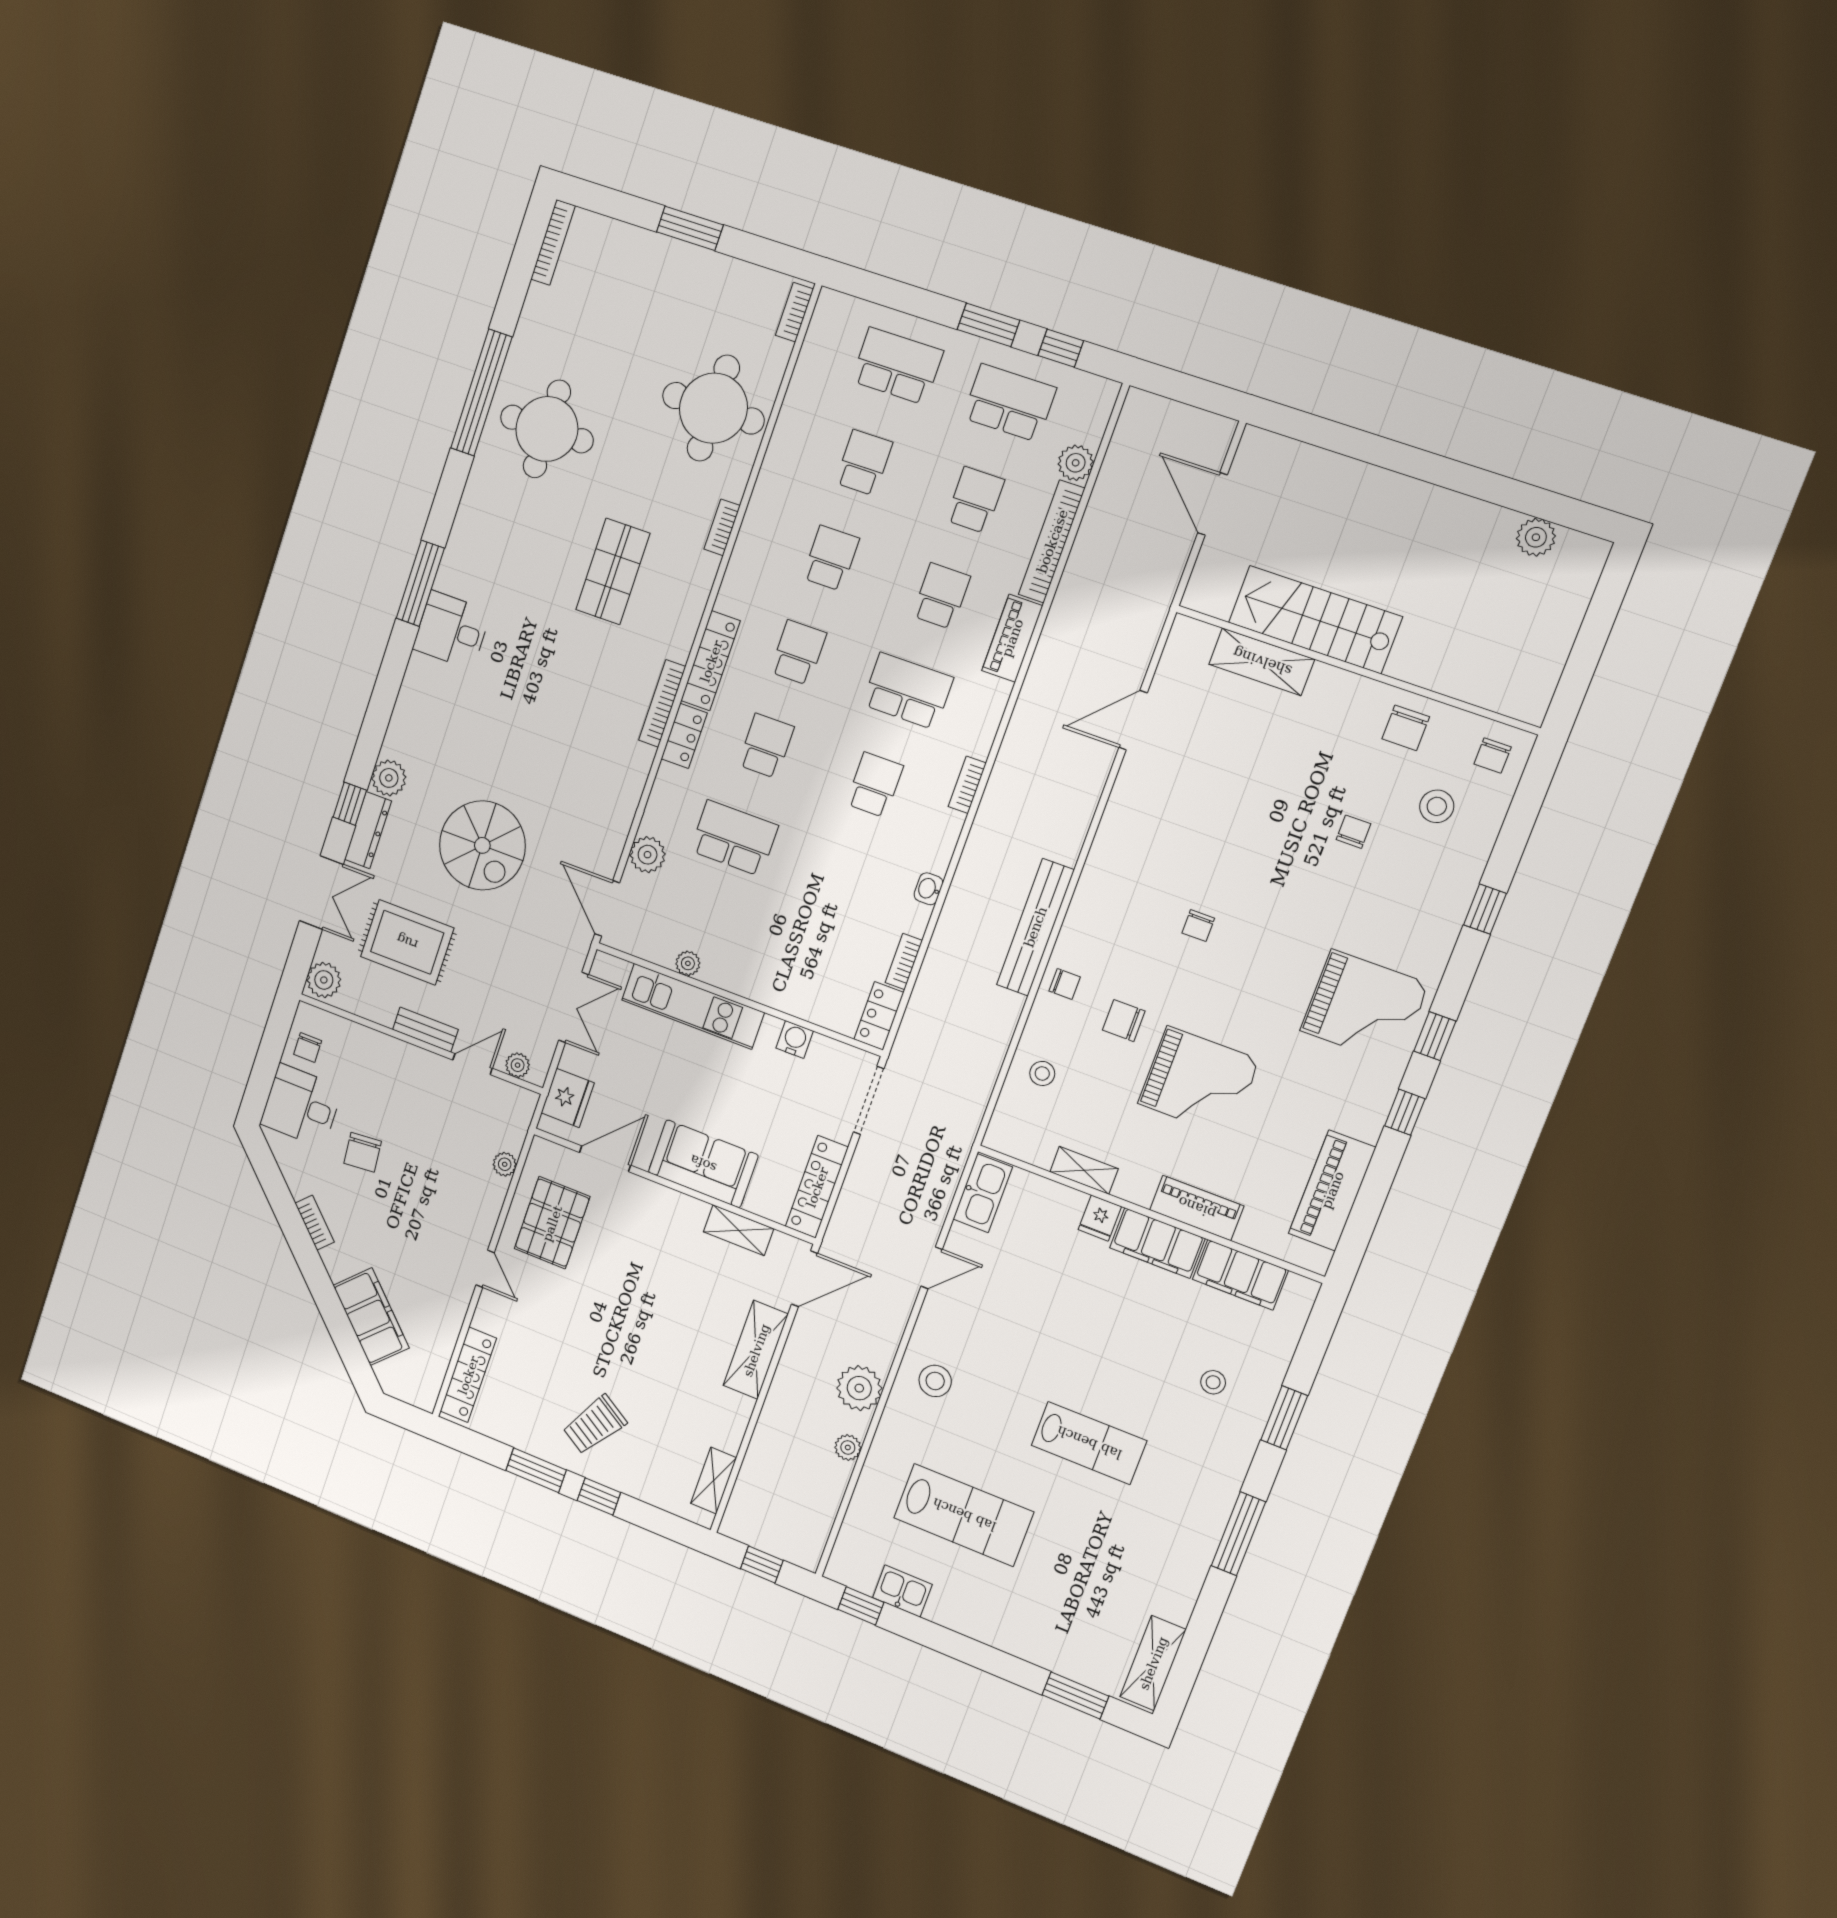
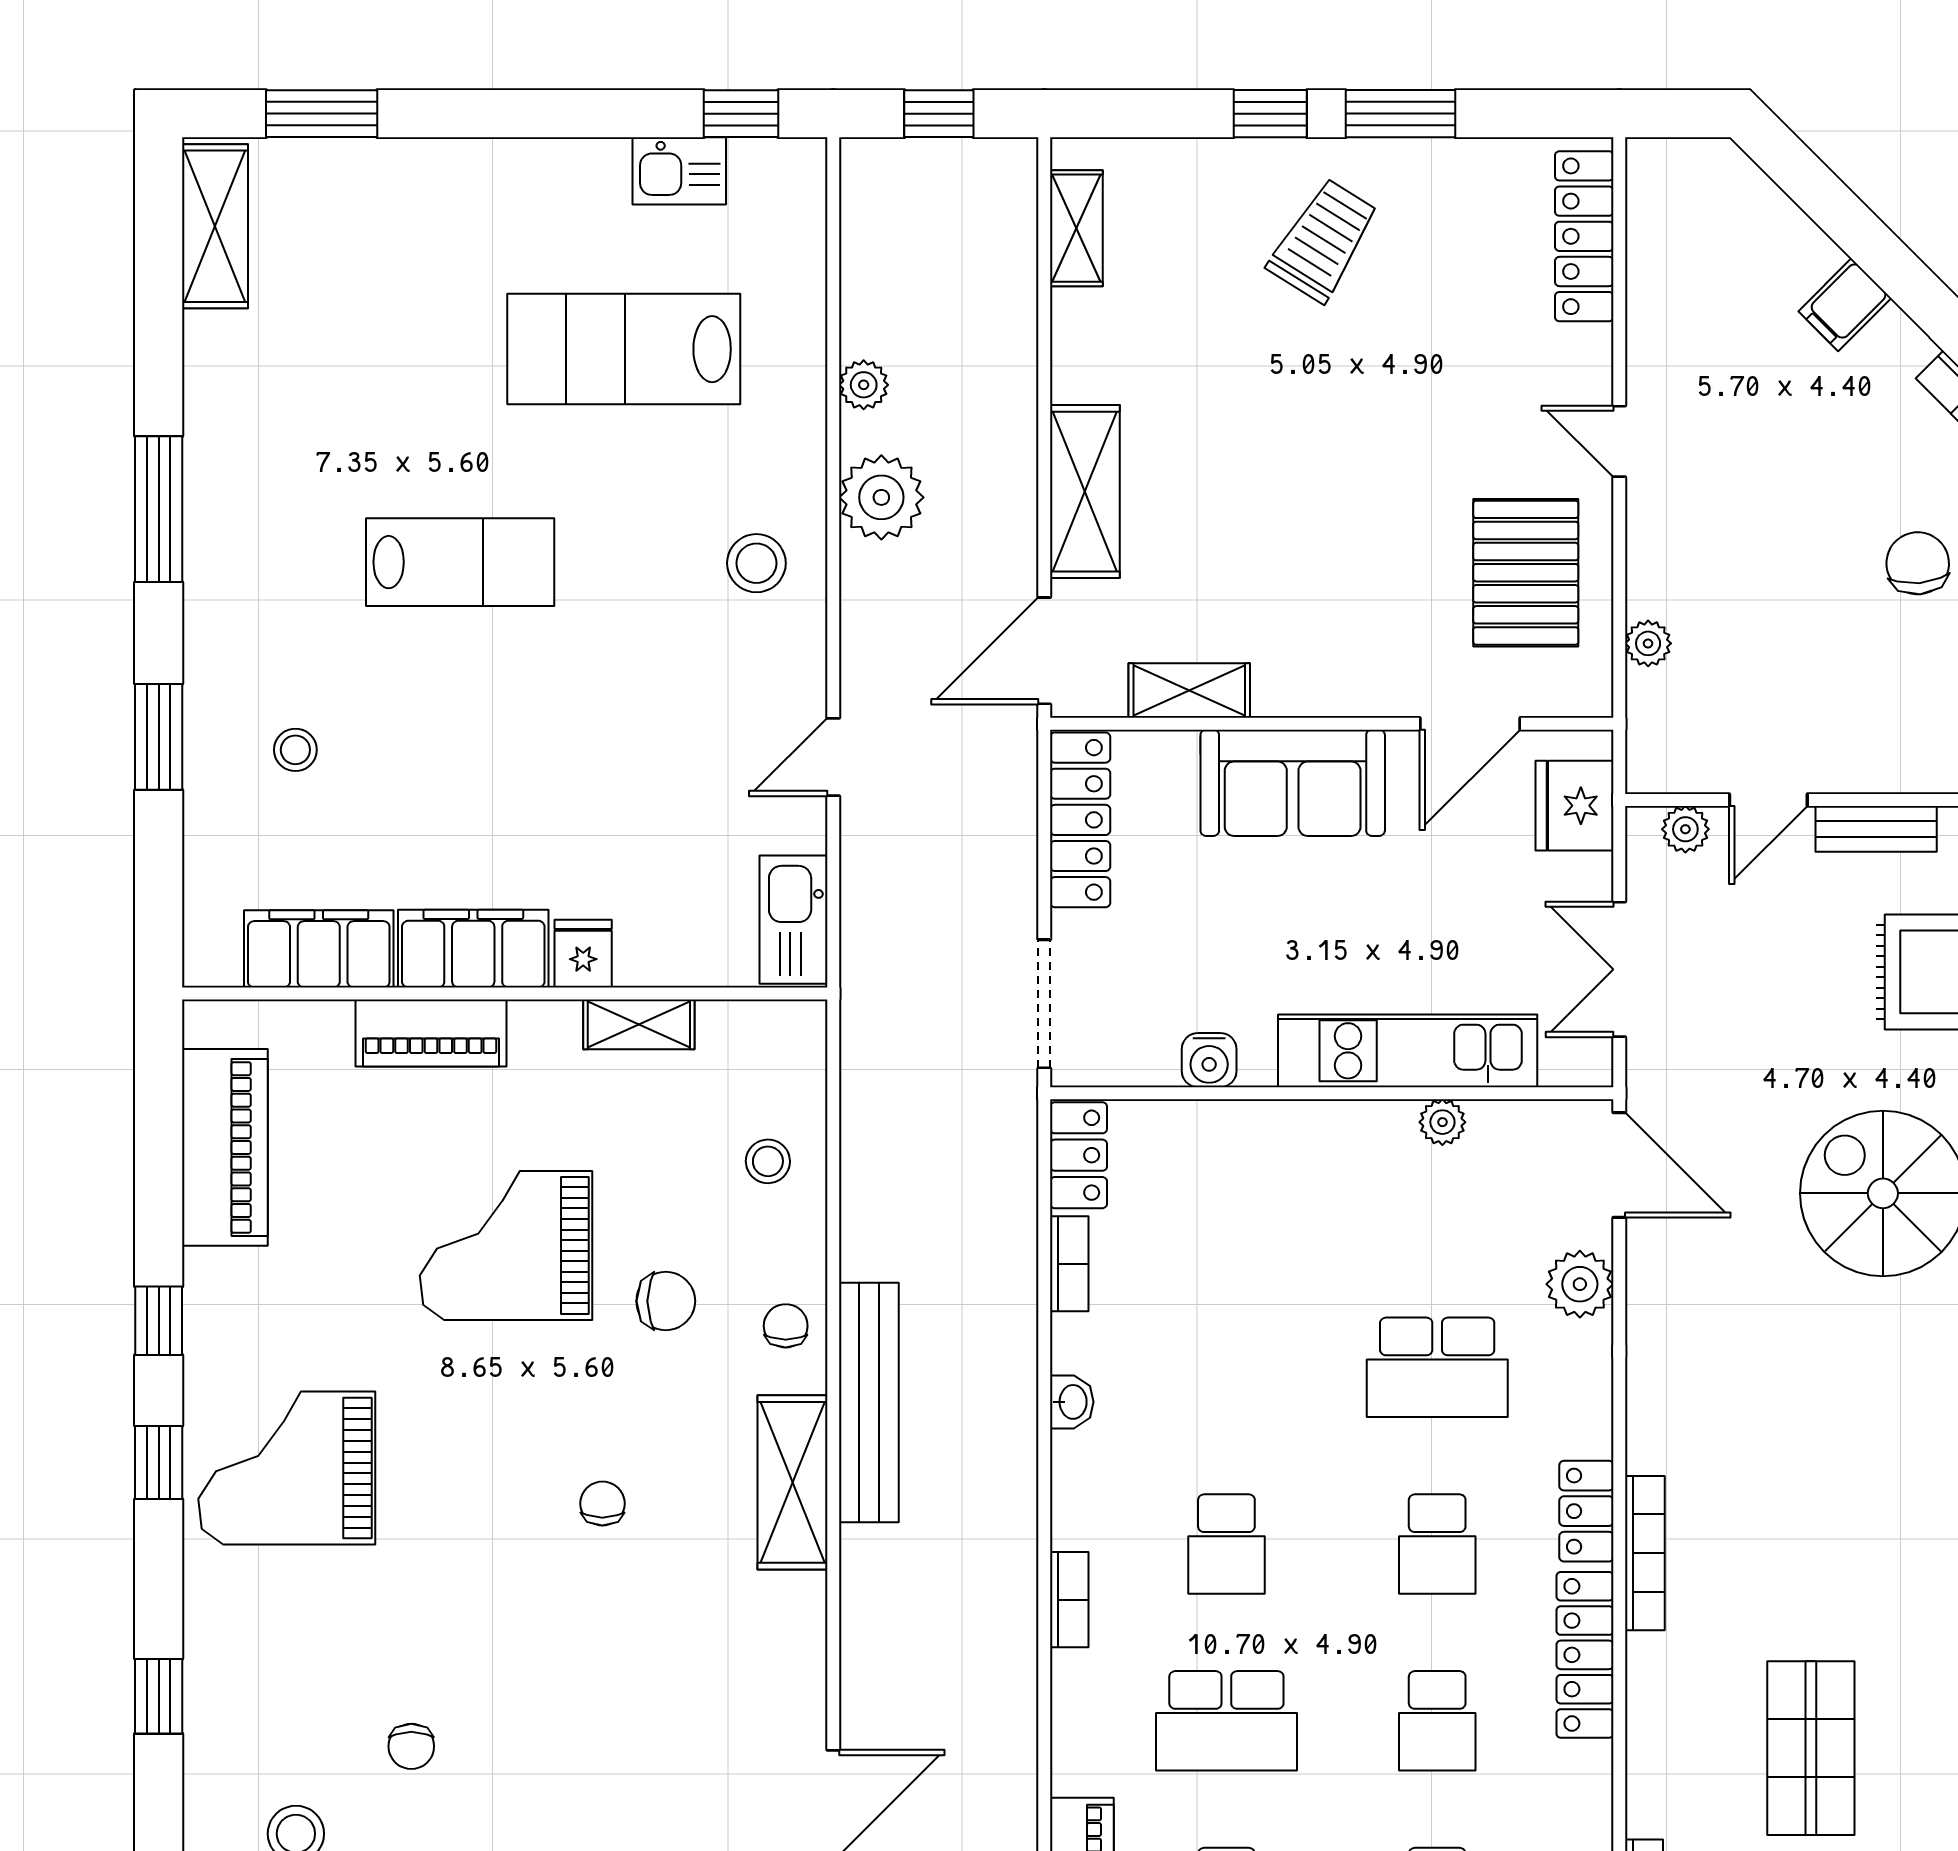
shelving: (1092, 900) -> (792, 1482), added
chair: (1065, 984) -> (786, 1326), turned 90
filing cabinet: (371, 1317) -> (1845, 305), width x0.33, depth x0.86
lab bench: (1089, 1443) -> (460, 562), turned 180

